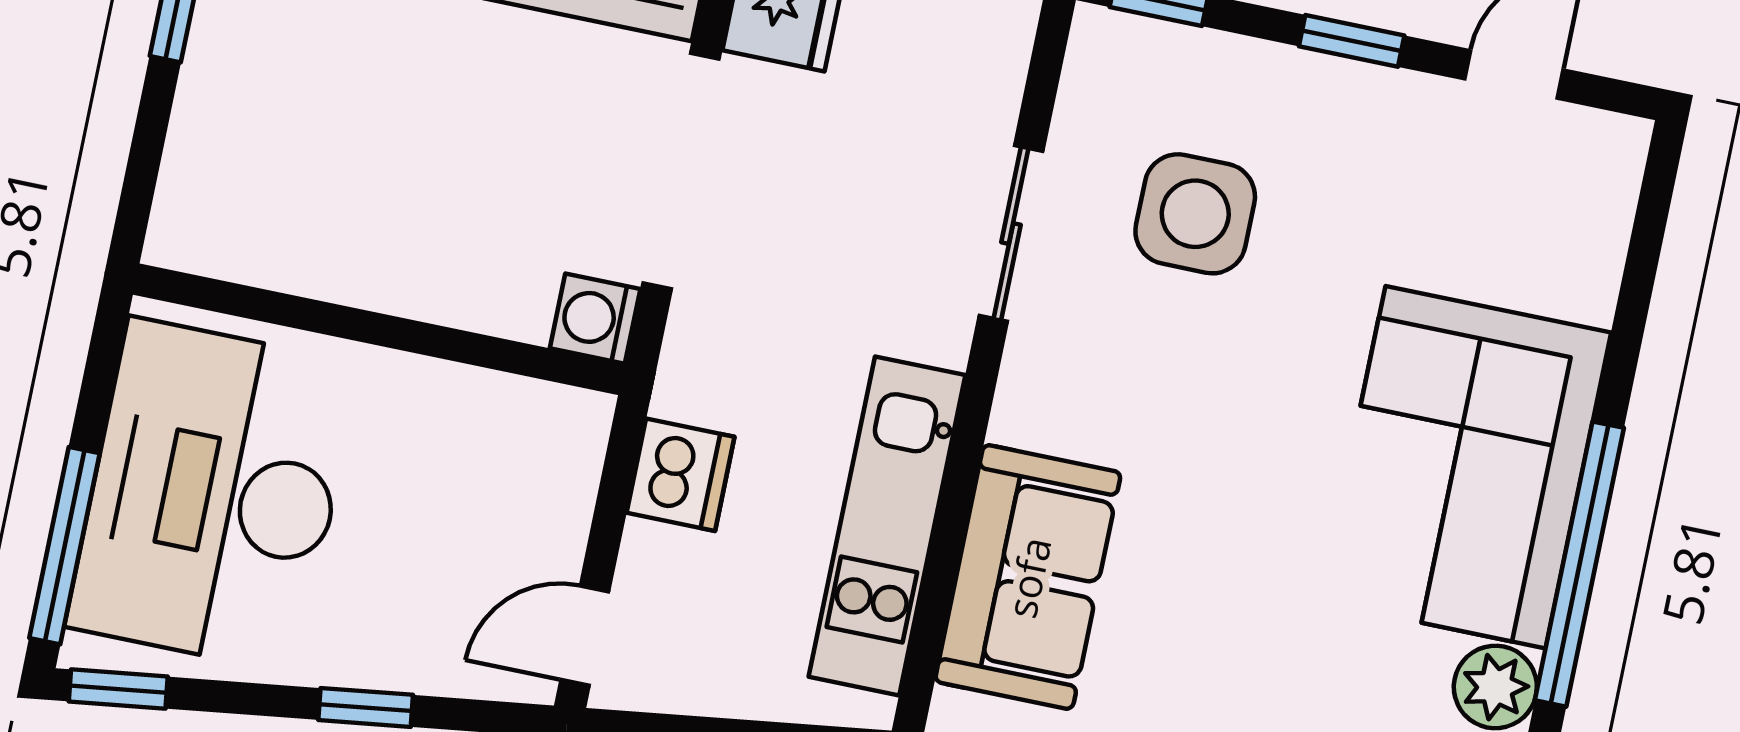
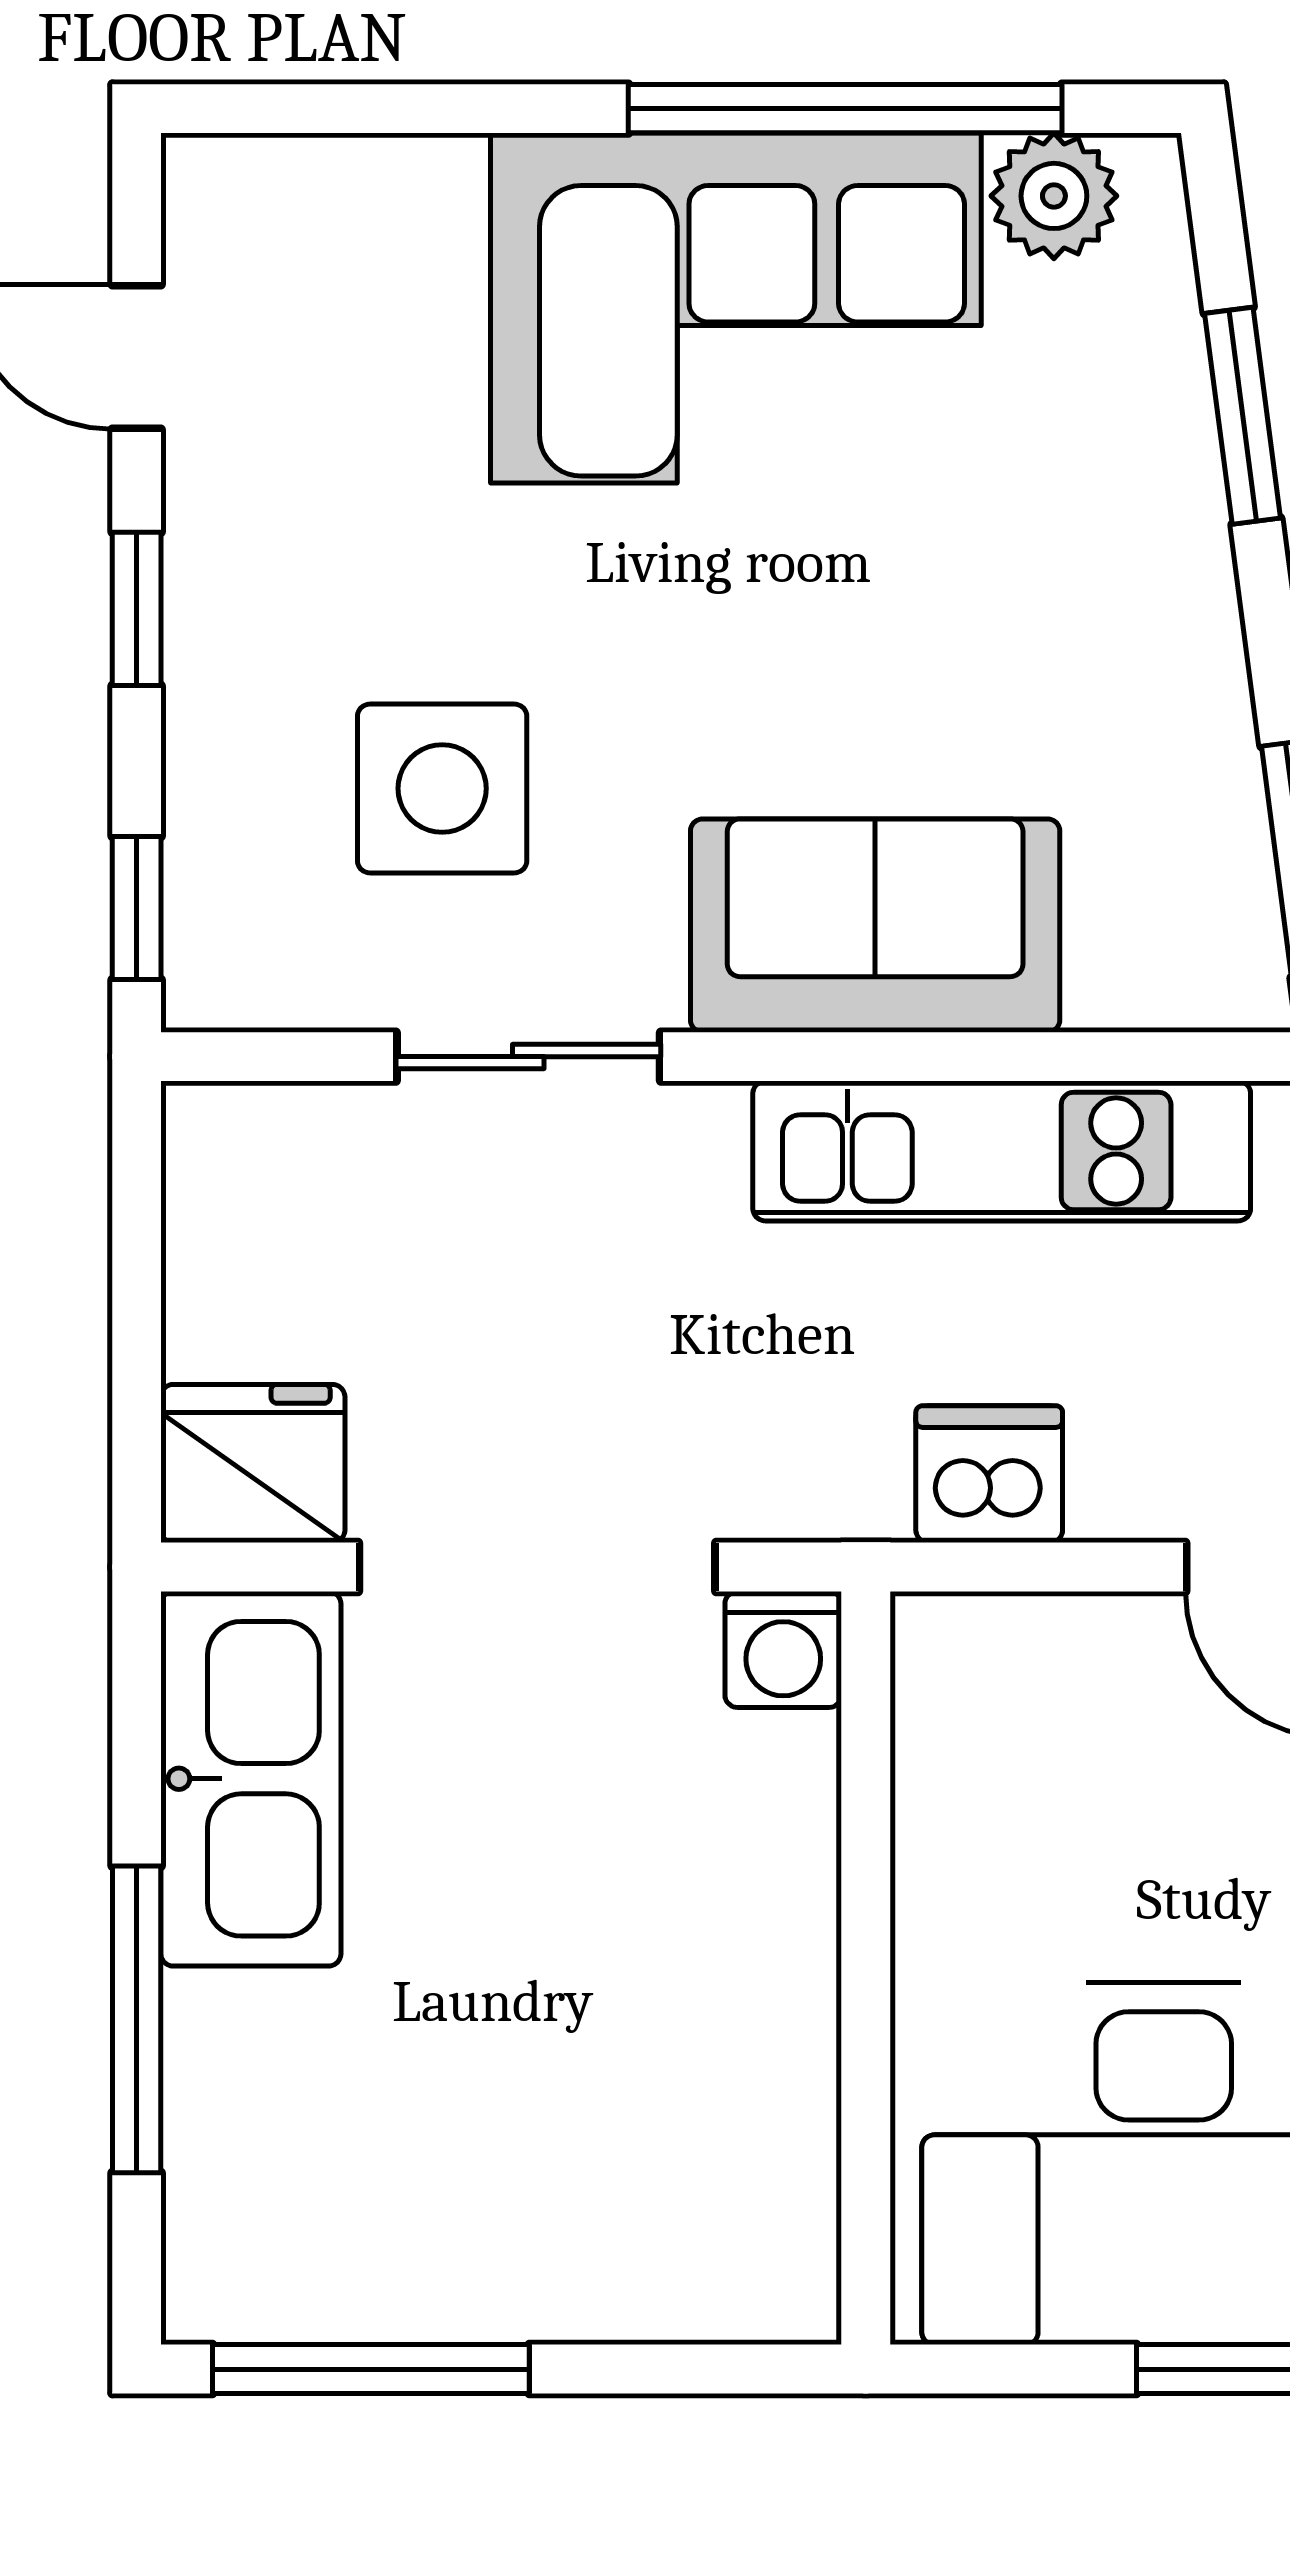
sofa: (1028, 577) -> (875, 926), moved

